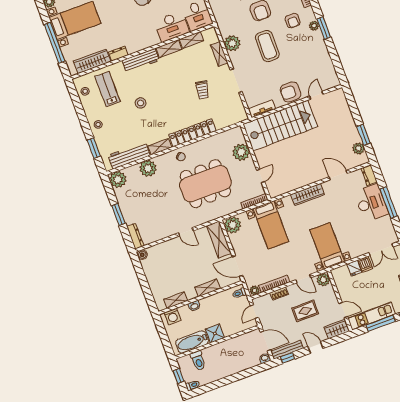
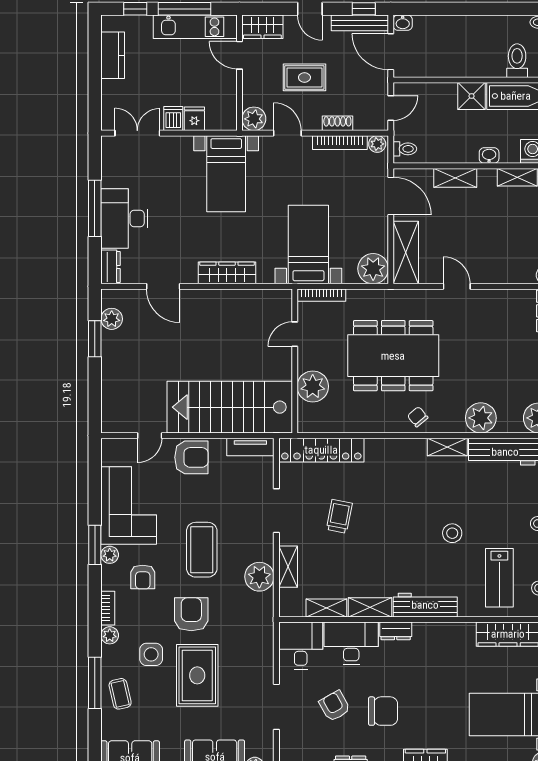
armchair: (293, 21) -> (143, 577), turned 180
dresser: (118, 54) -> (396, 631), moved
corner sofa: (314, 55) -> (129, 506), added
locker: (192, 133) -> (321, 450), moved

